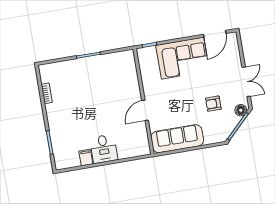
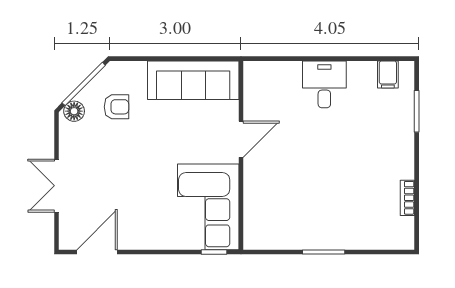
corner sofa: (183, 58) -> (208, 207), moved, turned -90
double door: (246, 82) -> (56, 186), moved
armchair: (213, 104) -> (116, 107), moved
filing cabinet: (86, 158) -> (388, 74), moved

